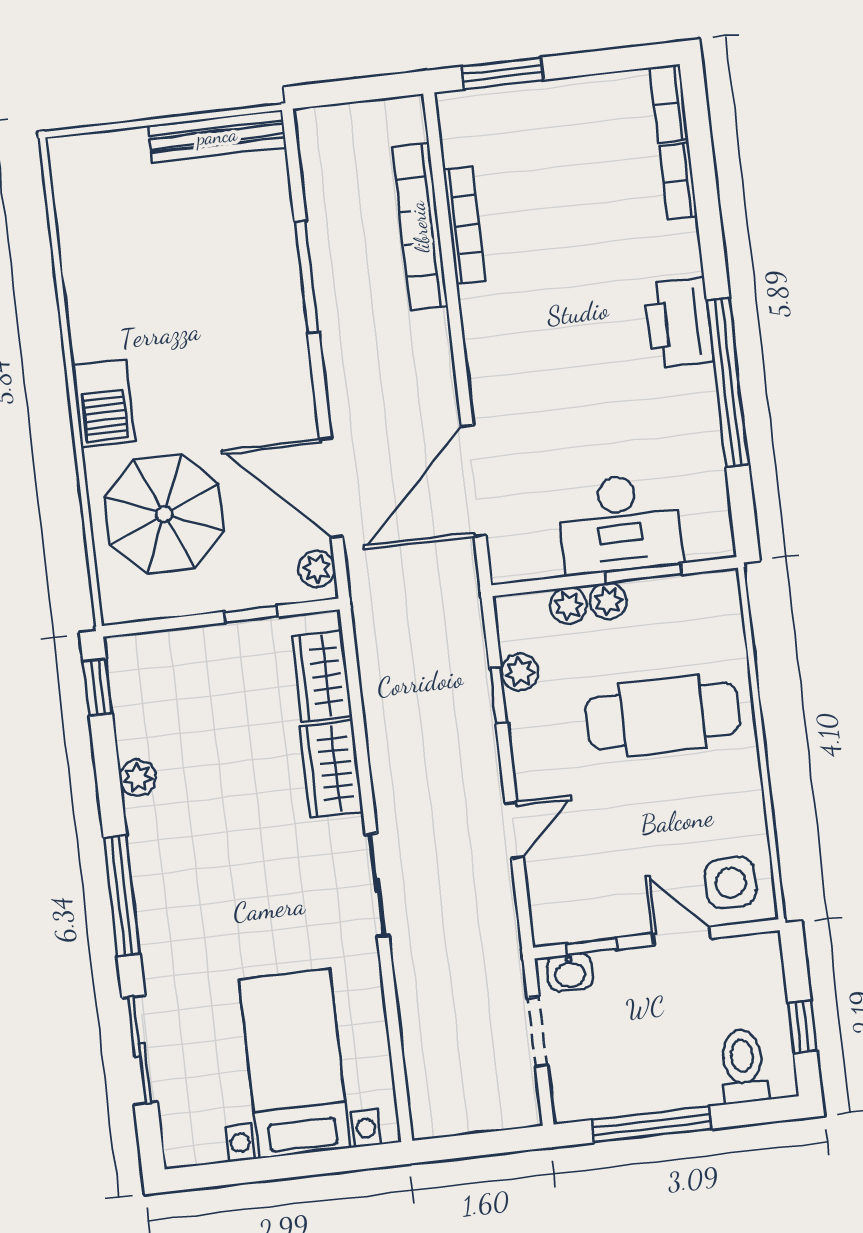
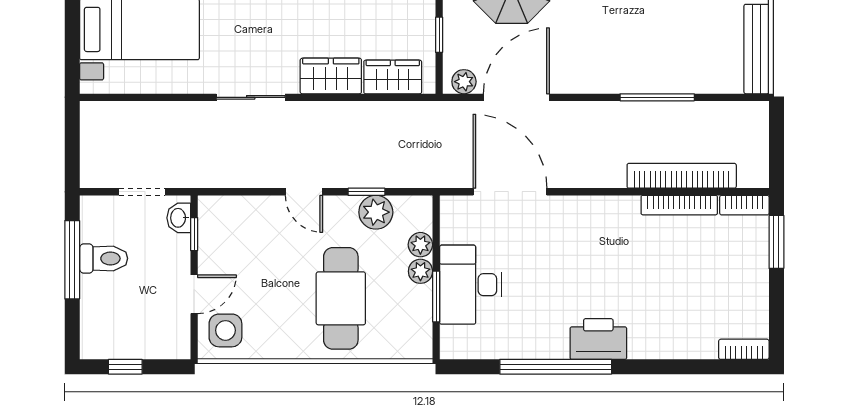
bookcase: (678, 181) -> (744, 205), moved, turned 180
plant: (520, 672) -> (376, 212), width x1.38, depth x1.38
door: (514, 830) -> (304, 192), moved
toilet: (743, 1066) -> (104, 258), moved

